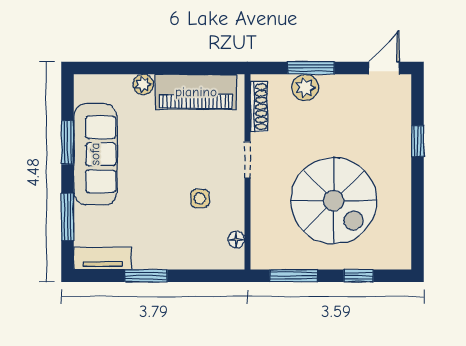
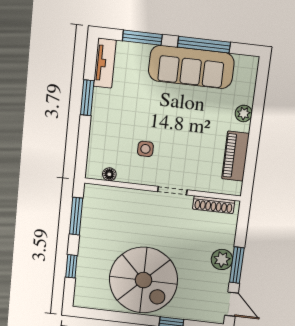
window: (311, 68) -> (237, 265), moved
plant: (305, 88) -> (222, 259), moved
piano: (196, 92) -> (235, 156), width x0.73, depth x0.75
window: (68, 142) -> (204, 45), width x1.44
spiral stairs: (334, 201) -> (143, 280), moved, turned -90

